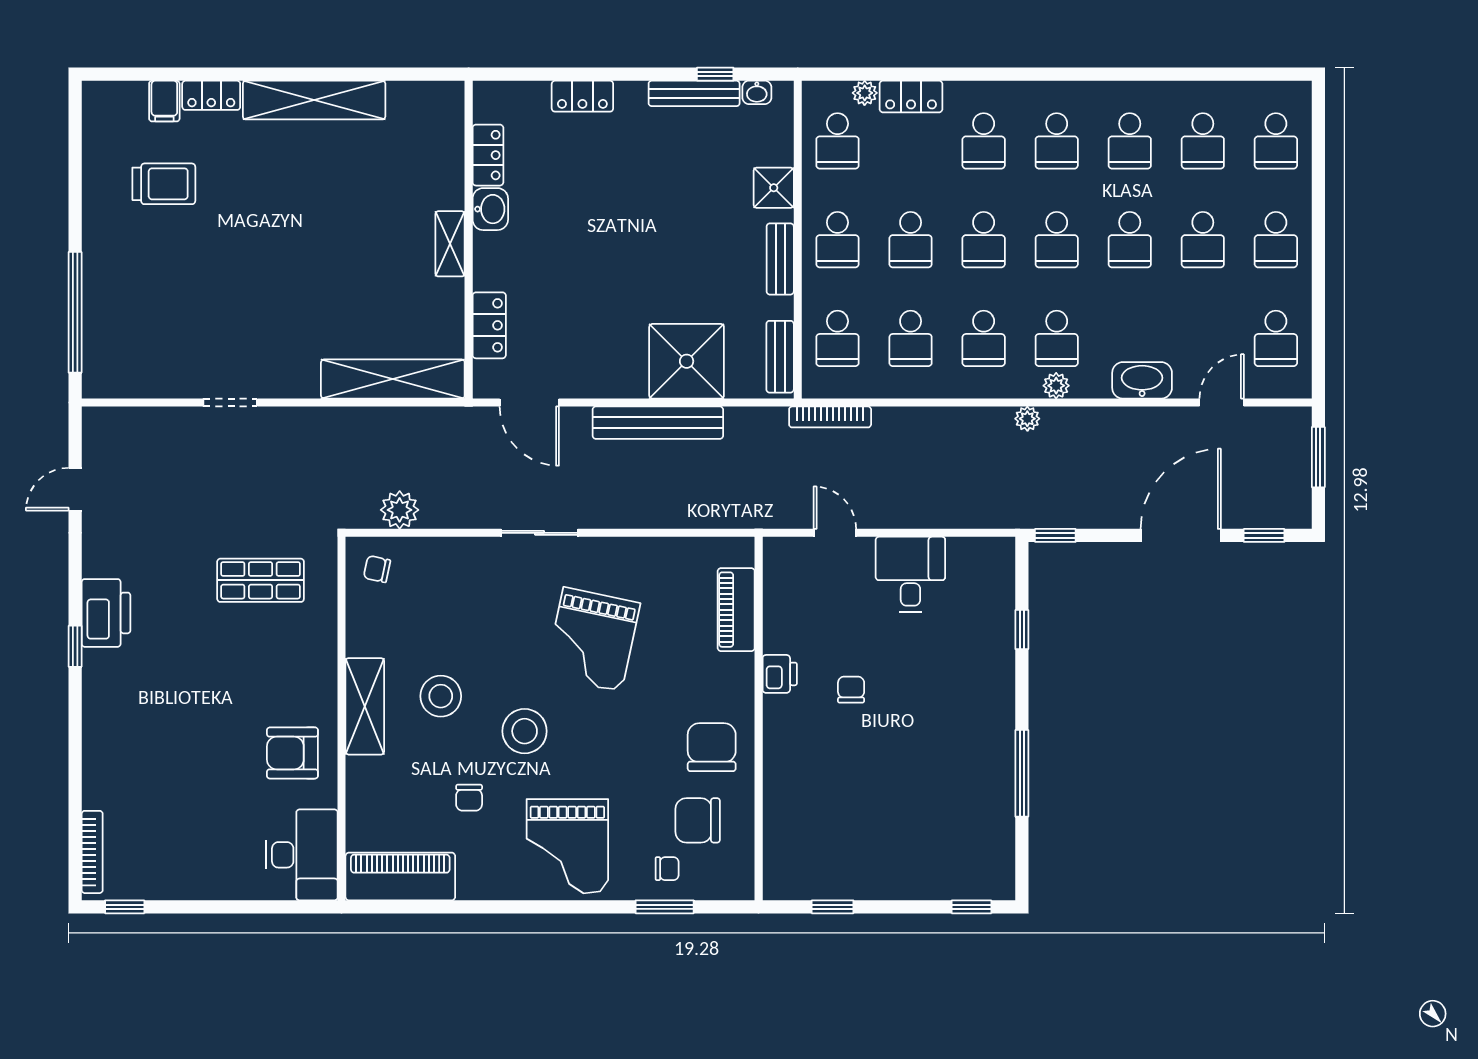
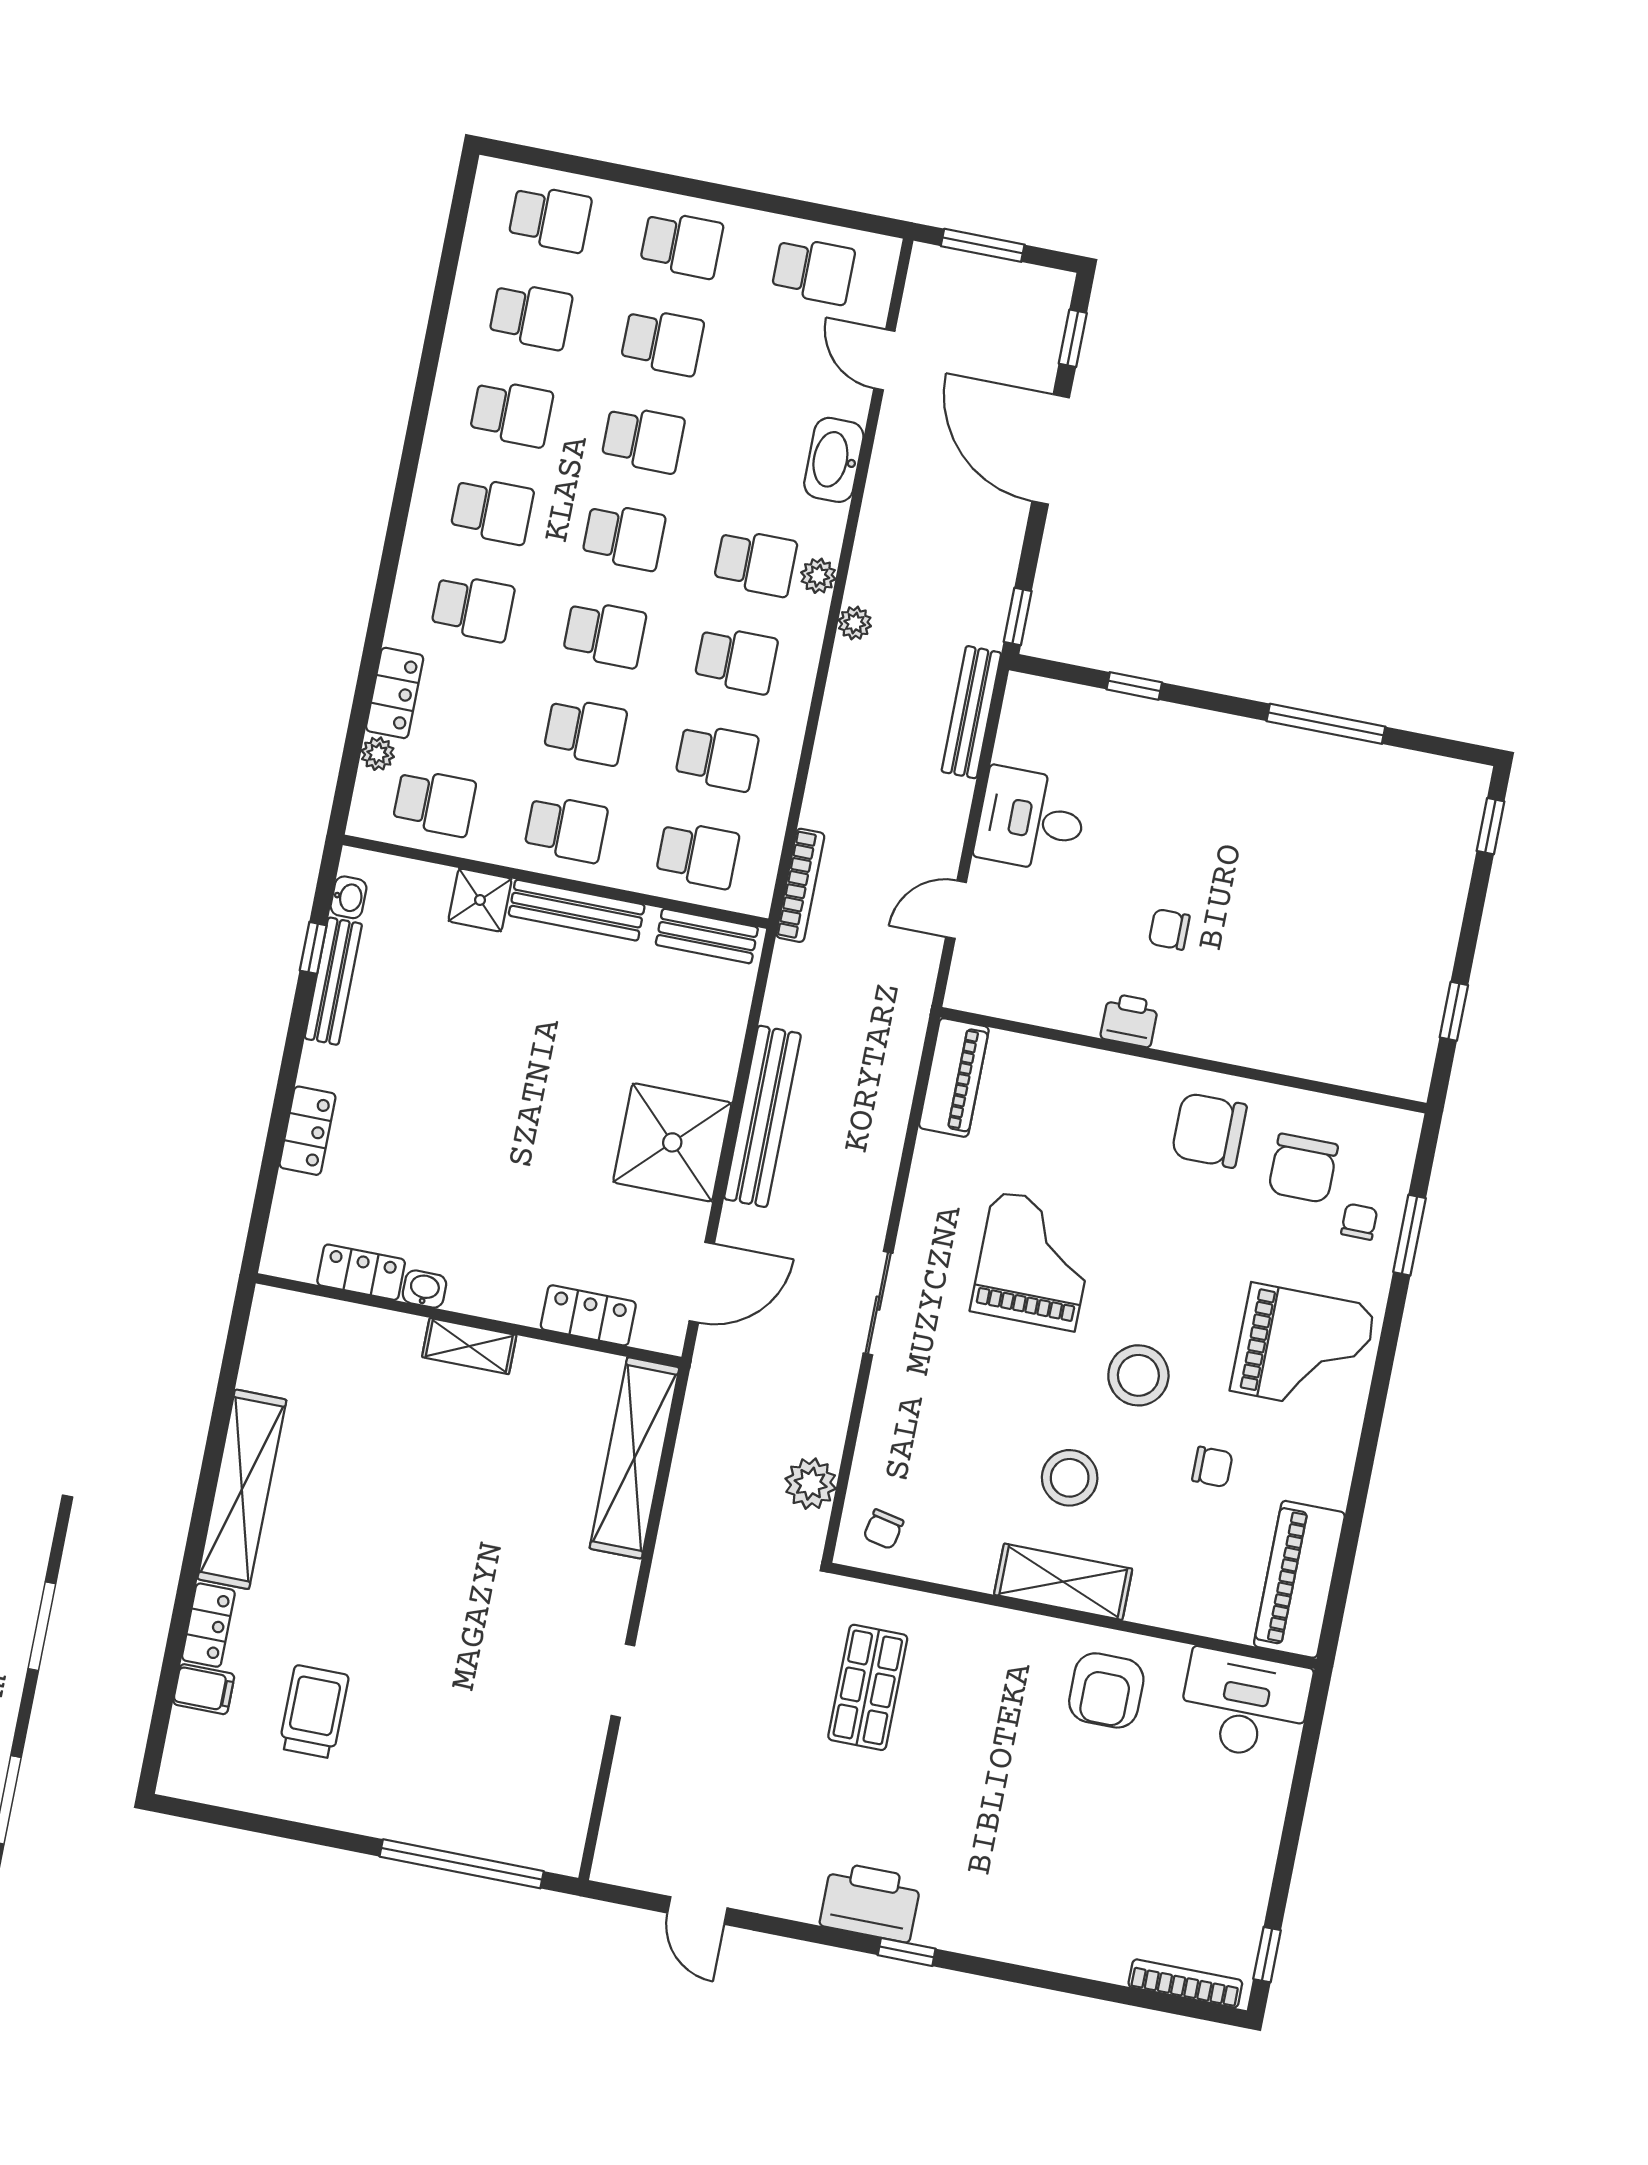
washbasin: (490, 209) -> (424, 1289), width x0.72, depth x0.69
bench: (780, 259) -> (577, 910), width x1.36
shower: (687, 361) -> (672, 1142), moved
bench: (980, 516) -> (971, 712), added
piano: (736, 610) -> (954, 1078), moved, turned -90
grand piano: (592, 639) -> (1034, 1261), turned -102

